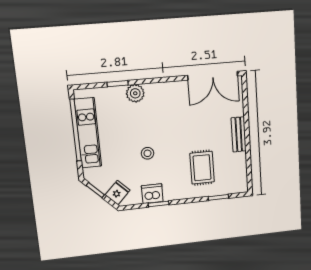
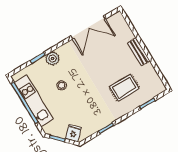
double door: (213, 76) -> (88, 27), moved
stool: (147, 153) -> (62, 85), moved
rug: (202, 168) -> (124, 88), turned 90
dishwasher: (152, 194) -> (98, 123), removed

